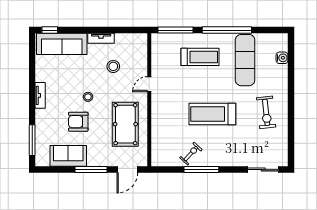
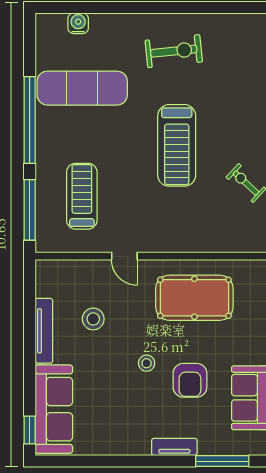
tv unit: (101, 38) -> (44, 331), width x1.41
treadmill: (200, 57) -> (82, 196), moved
tv unit: (40, 95) -> (174, 447), moved

